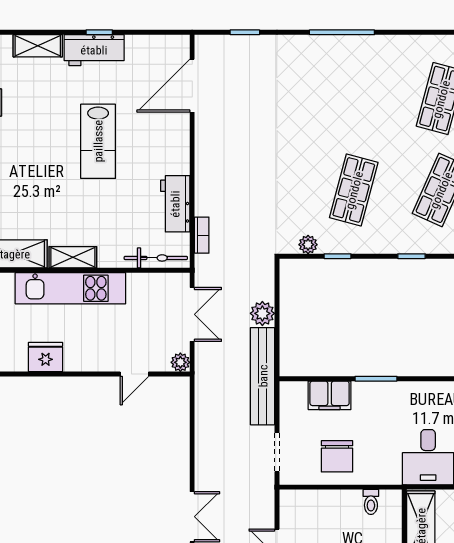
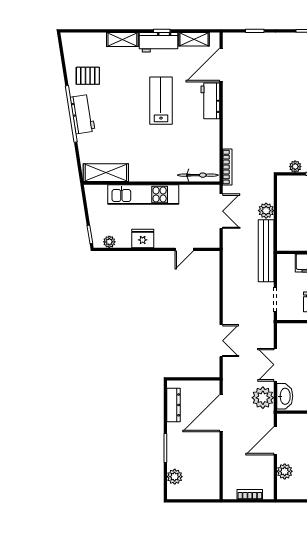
lab bench: (98, 141) -> (161, 101), turned 180
workbench: (175, 204) -> (210, 101), moved
bookcase: (202, 235) -> (227, 167), width x1.56
shelving: (73, 257) -> (194, 39), moved
fridge: (46, 357) -> (143, 238), moved
plant: (180, 362) -> (109, 242), moved

